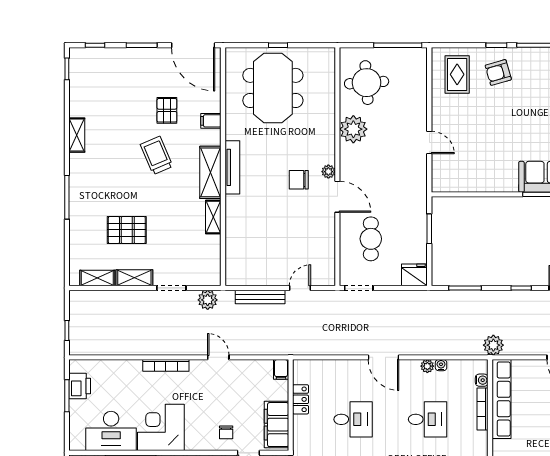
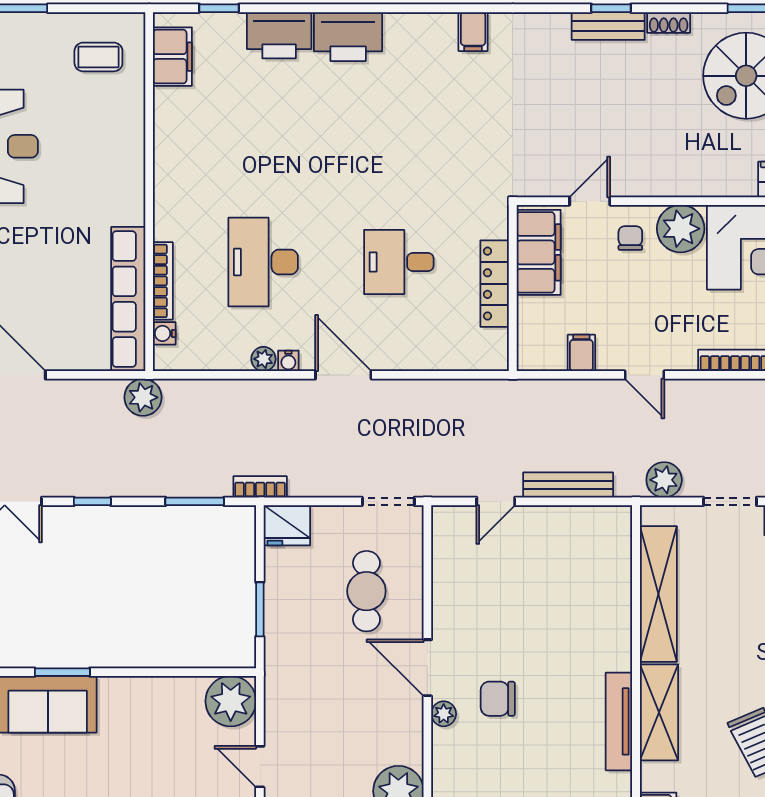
plant: (445, 178) -> (231, 701), added
chair: (299, 180) -> (498, 699), turned 180
shelving: (213, 217) -> (658, 594), width x2.20, depth x1.33
bookcase: (429, 296) -> (260, 487), added
water cooler: (441, 365) -> (288, 361), moved
filing cabinet: (281, 369) -> (581, 353), moved
locker: (301, 399) -> (495, 284), width x1.53
desk: (427, 419) -> (263, 262), width x1.37
plant: (198, 438) -> (681, 229), added

